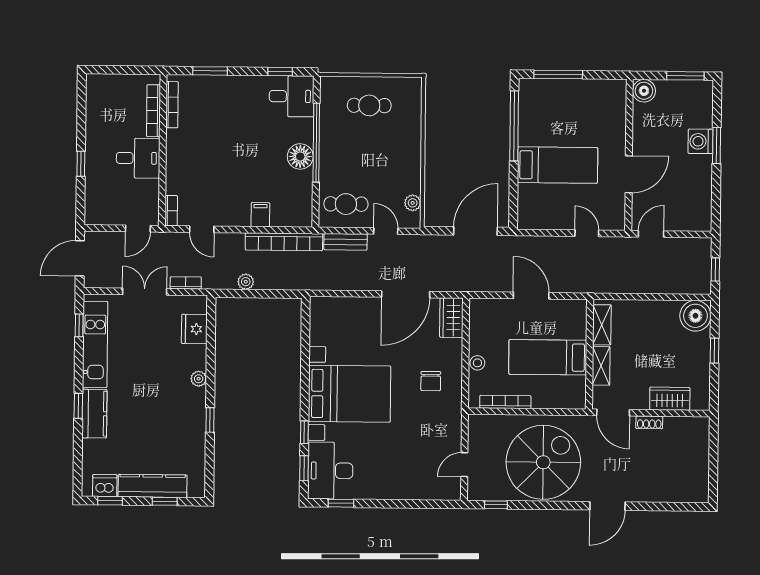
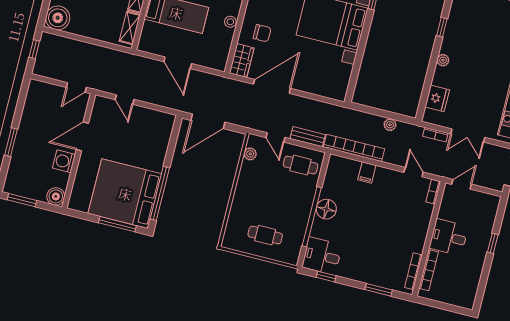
washing machine: (700, 141) -> (64, 161), moved, turned 180
bed: (558, 165) -> (125, 194), moved, width x2.04
chair: (431, 381) -> (262, 33), moved, turned 90

